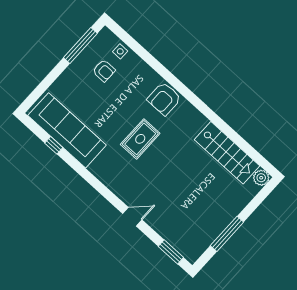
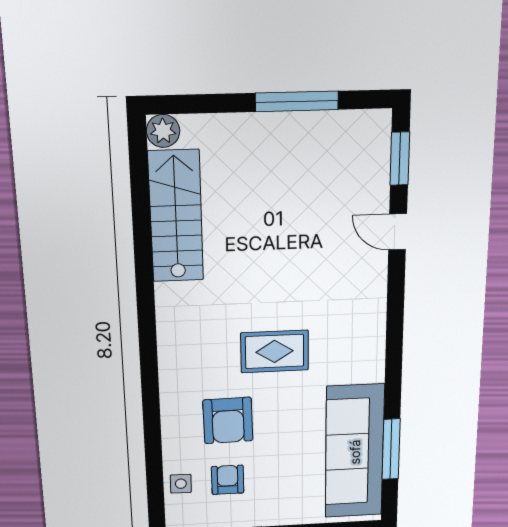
armchair: (164, 99) -> (228, 420), moved, turned 89
window: (54, 145) -> (391, 449), width x2.17
door: (132, 217) -> (398, 232), moved

